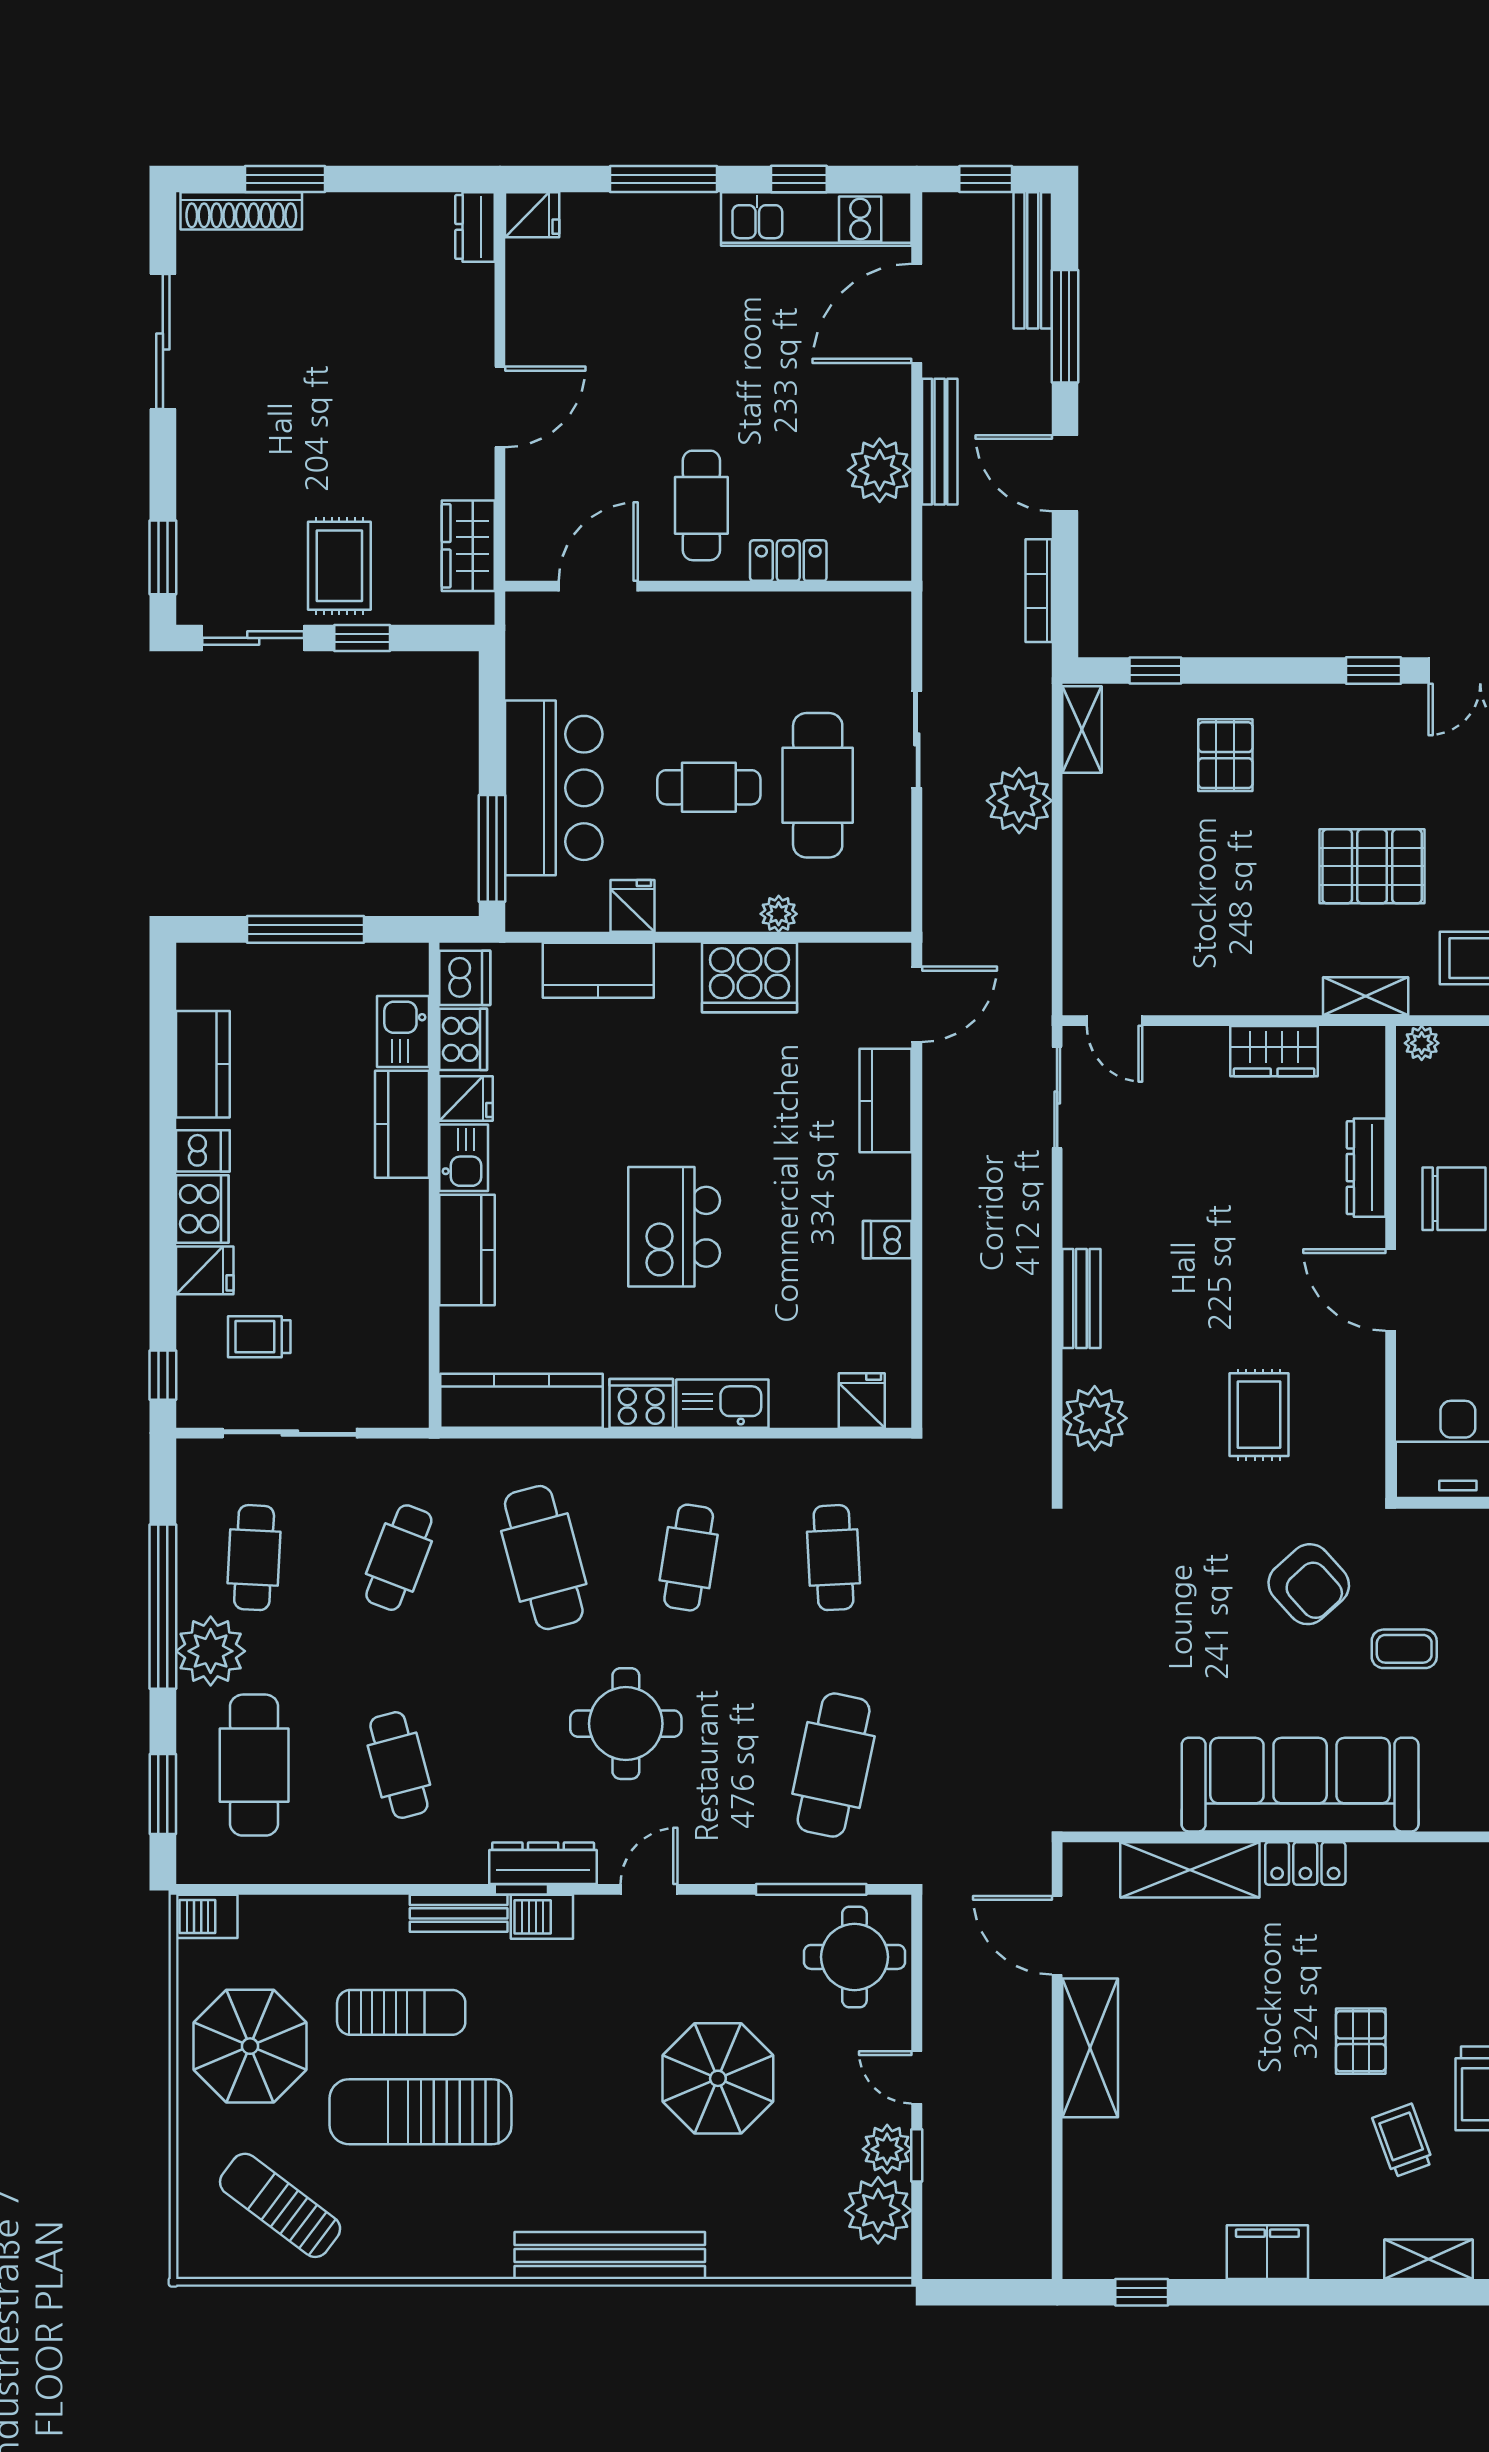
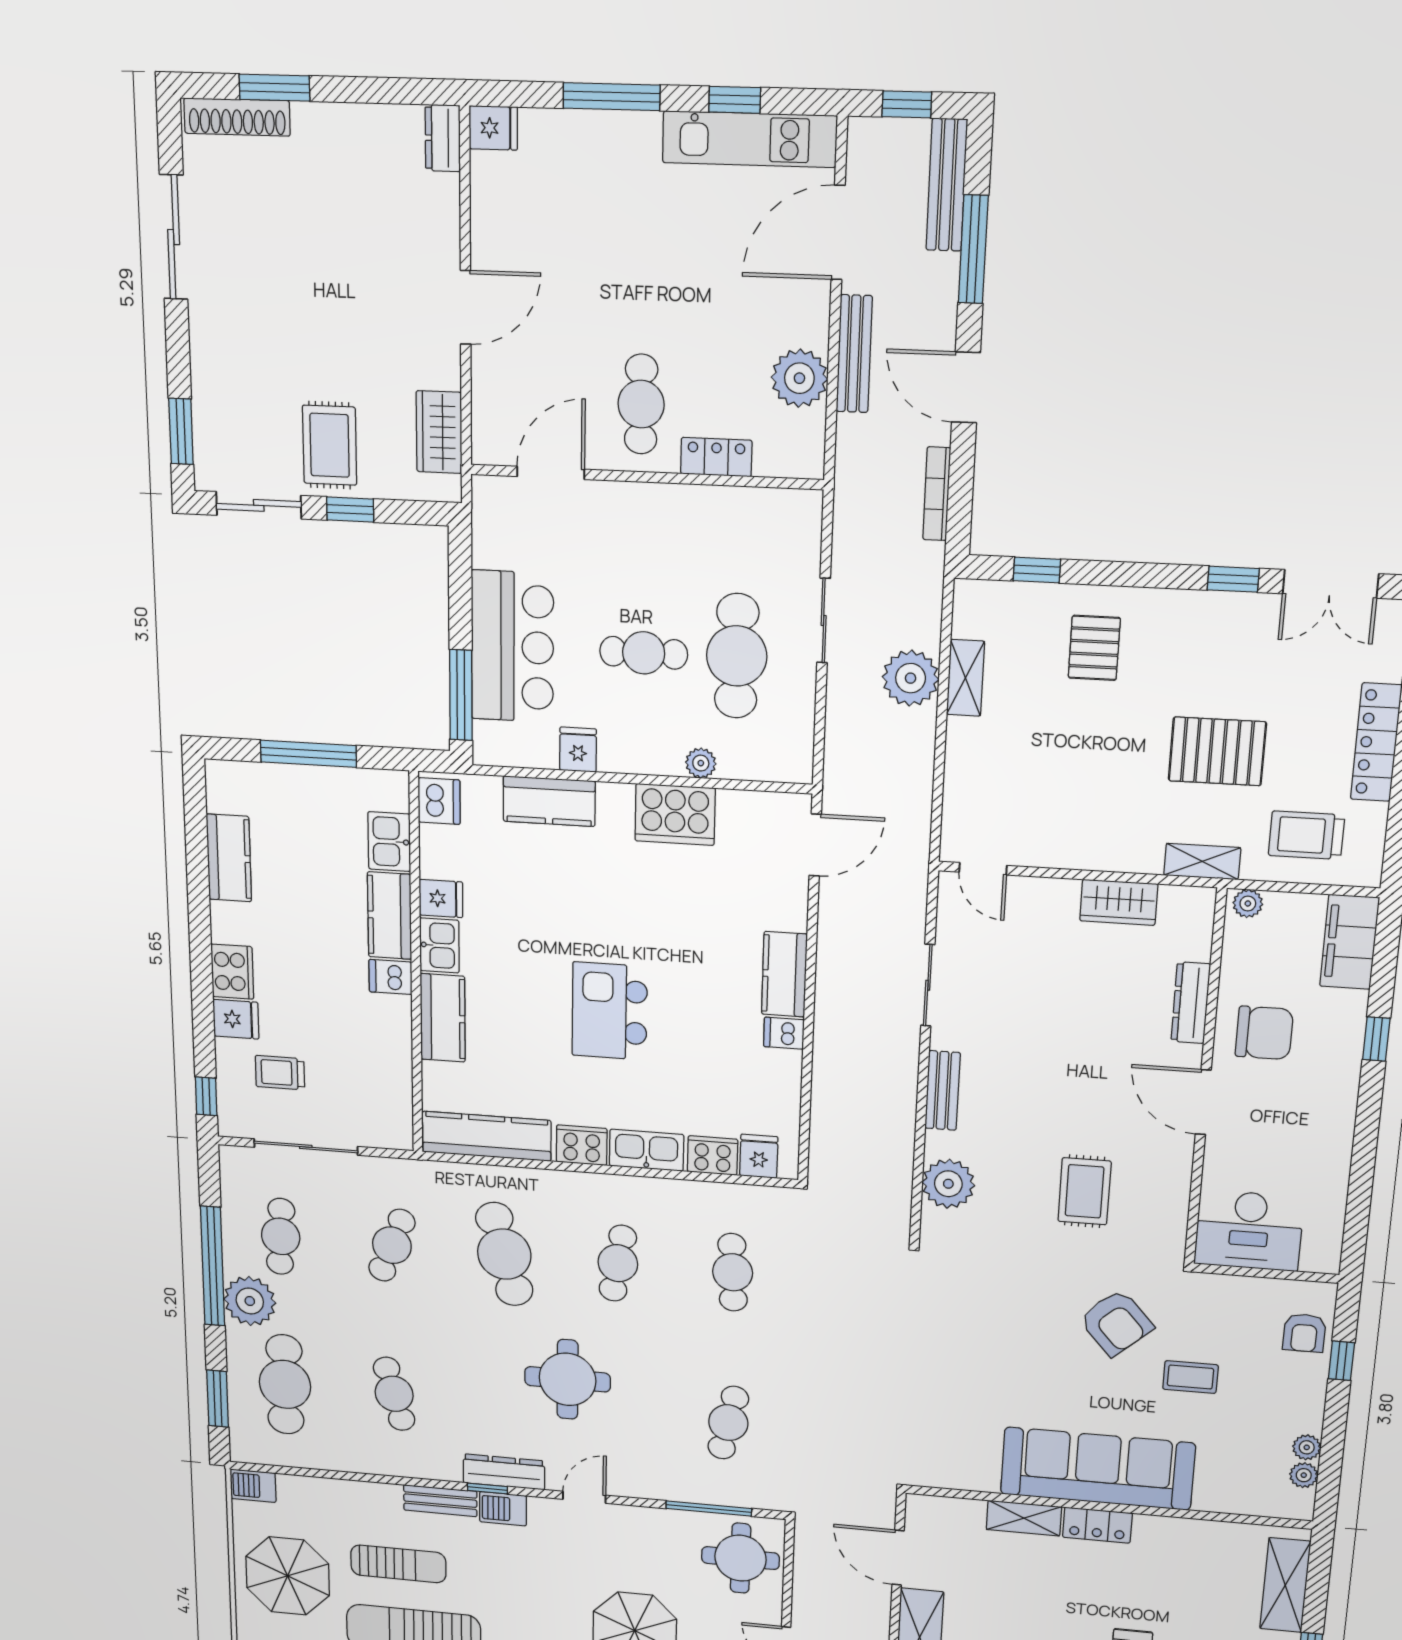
shelving: (1082, 730) -> (965, 678), moved
cooker: (463, 1039) -> (713, 1155), moved, turned -90
sliding door: (1057, 1097) -> (928, 985), moved
kitchen counter: (886, 1101) -> (784, 974), moved
dishwasher: (203, 1151) -> (390, 977), moved, turned 180
cafe table: (834, 1765) -> (728, 1423), width x0.73, depth x0.74
shelving: (1190, 1870) -> (1024, 1518), width x0.67, depth x0.75

